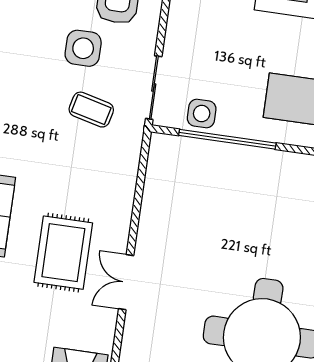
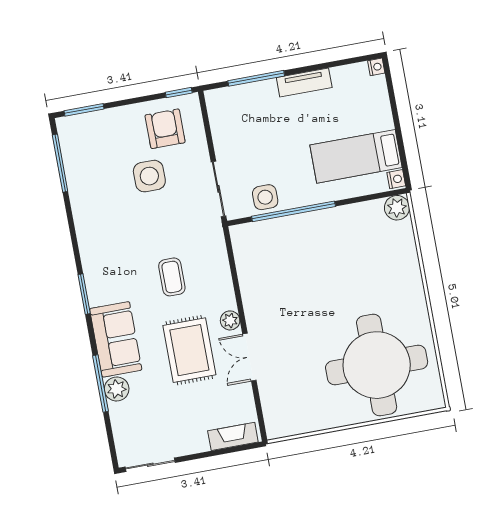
coffee table: (91, 110) -> (172, 277), moved, turned 76
plant: (118, 235) -> (230, 320), added

